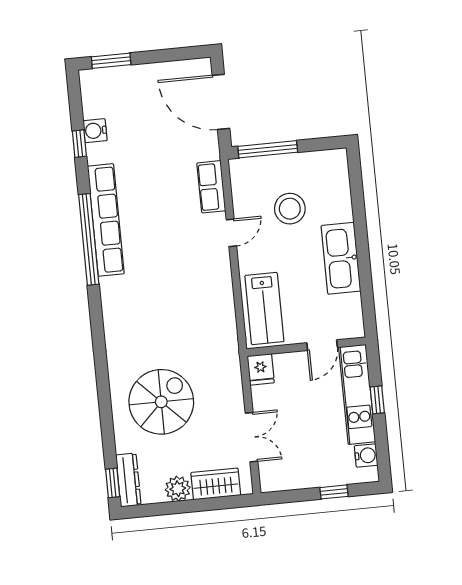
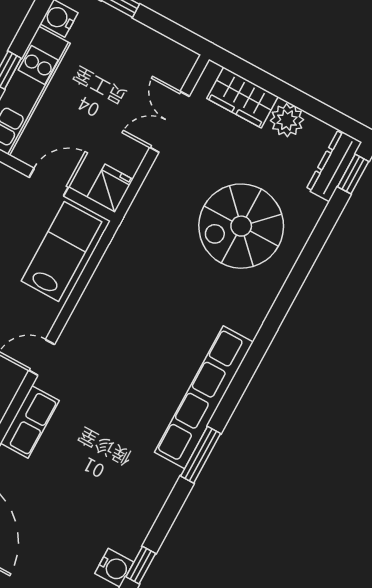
row of seats: (106, 220) -> (204, 397), moved
window: (89, 239) -> (201, 455), width x0.47
door: (322, 345) -> (49, 182), moved

